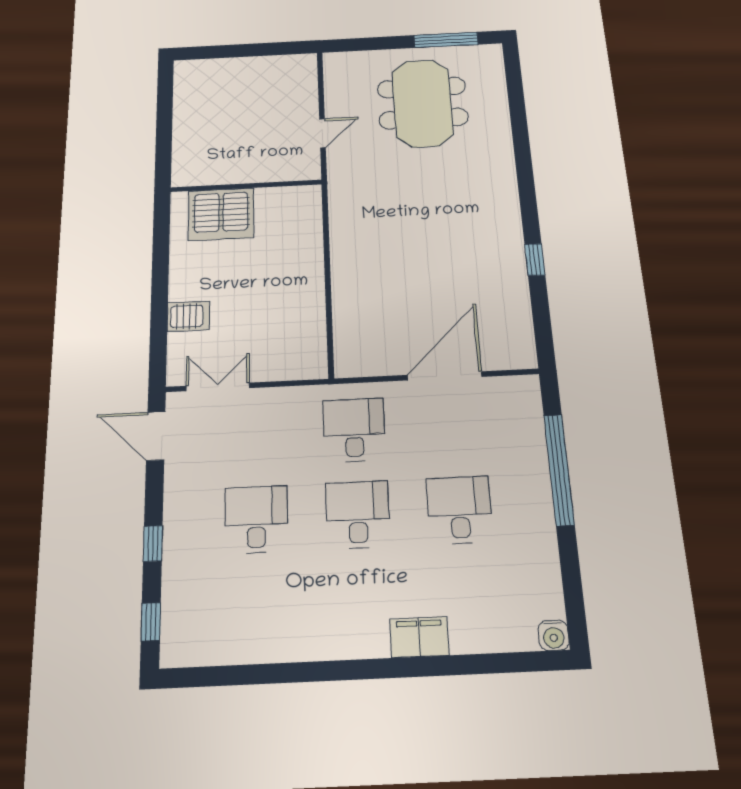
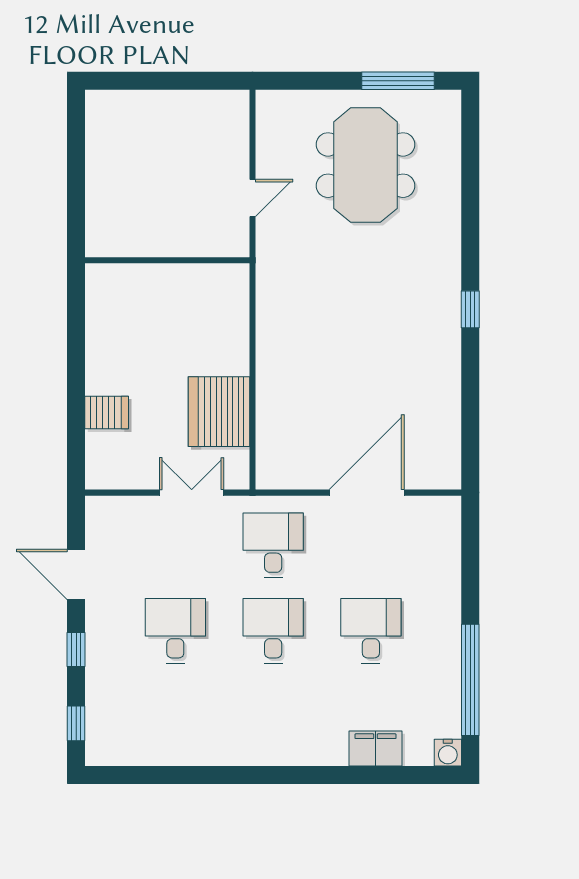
server rack: (221, 214) -> (219, 412), moved, turned 90
window: (535, 260) -> (470, 309), moved
double door: (218, 387) -> (192, 493), moved
door: (156, 436) -> (76, 574), moved
window: (559, 469) -> (470, 680), moved
filing cabinet: (419, 637) -> (375, 749), moved

